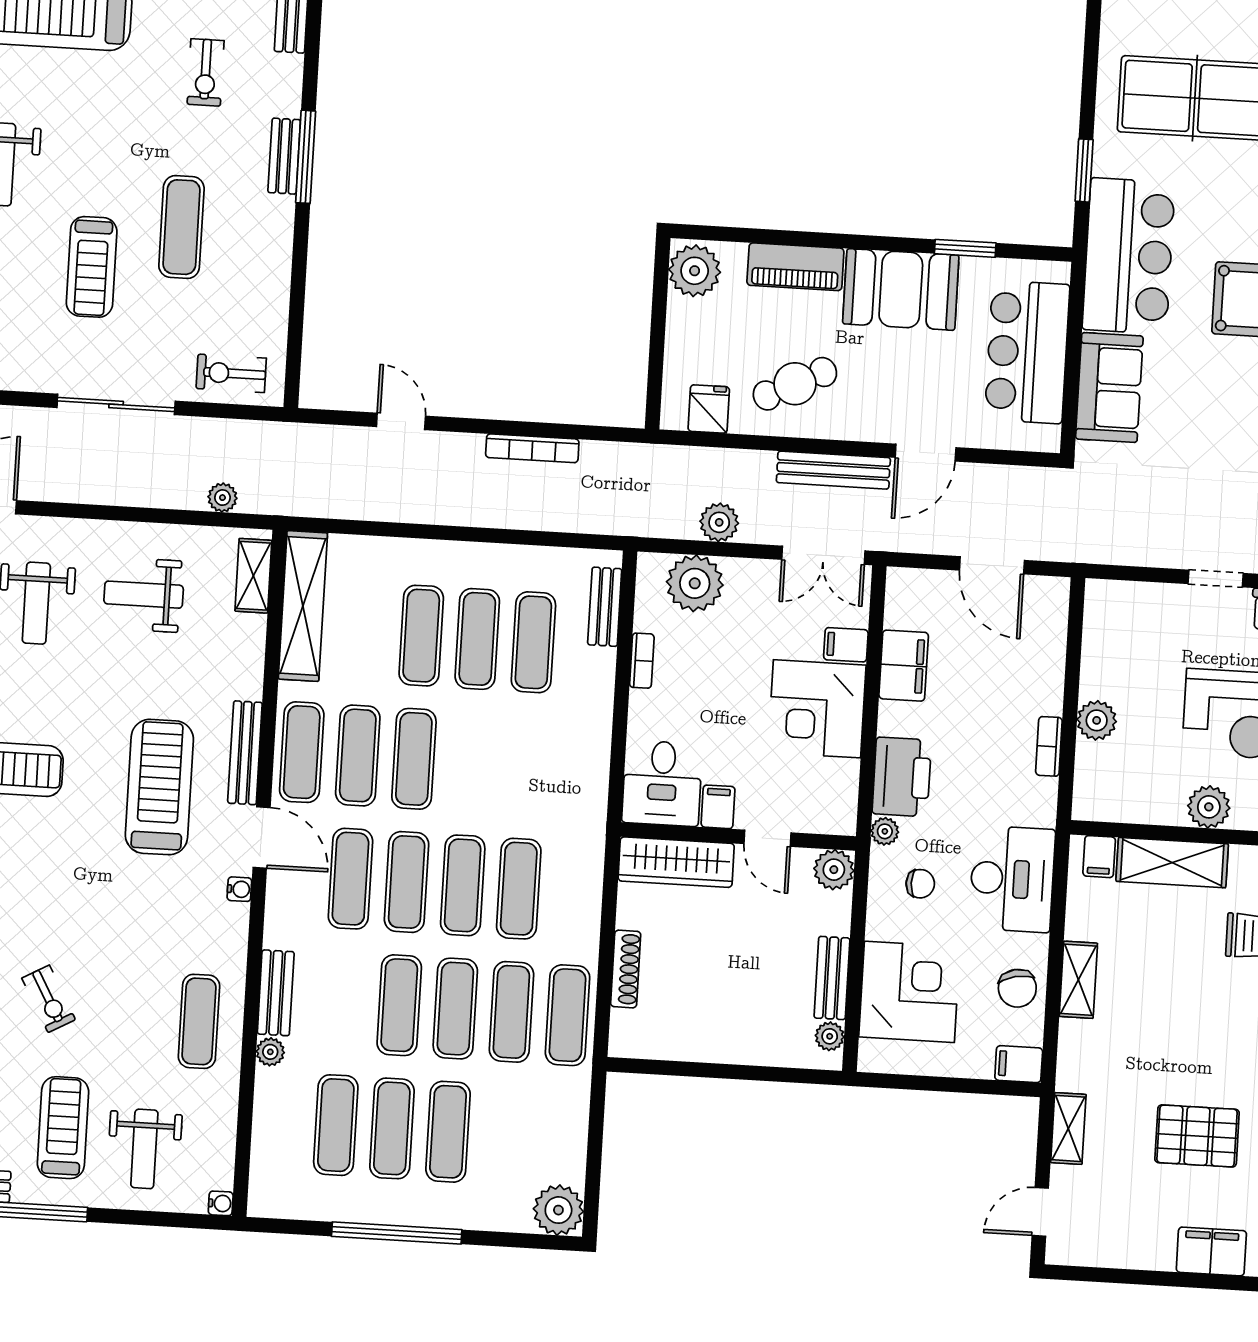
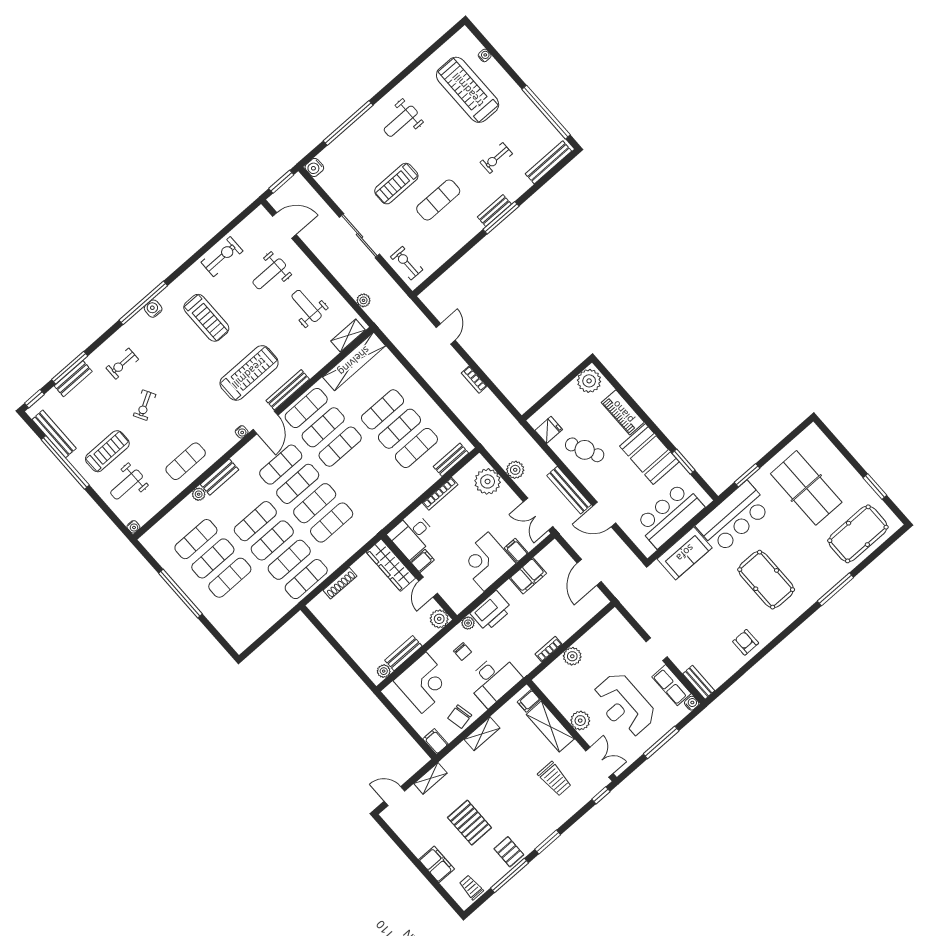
bookcase: (532, 448) -> (474, 380), width x0.64
bookcase: (642, 661) -> (440, 494), width x1.56
plant: (558, 1210) -> (240, 639), removed

